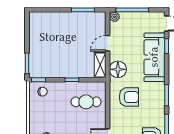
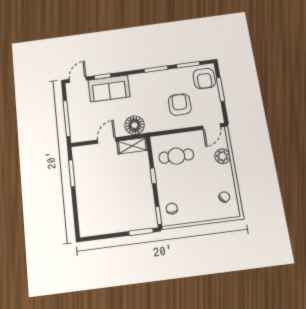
plant: (114, 17) -> (76, 137), removed
door: (108, 43) -> (107, 140), swing flipped
sofa: (154, 57) -> (109, 88), width x0.73
armchair: (129, 97) -> (180, 105), moved
cafe table: (86, 102) -> (176, 156), turned 90

